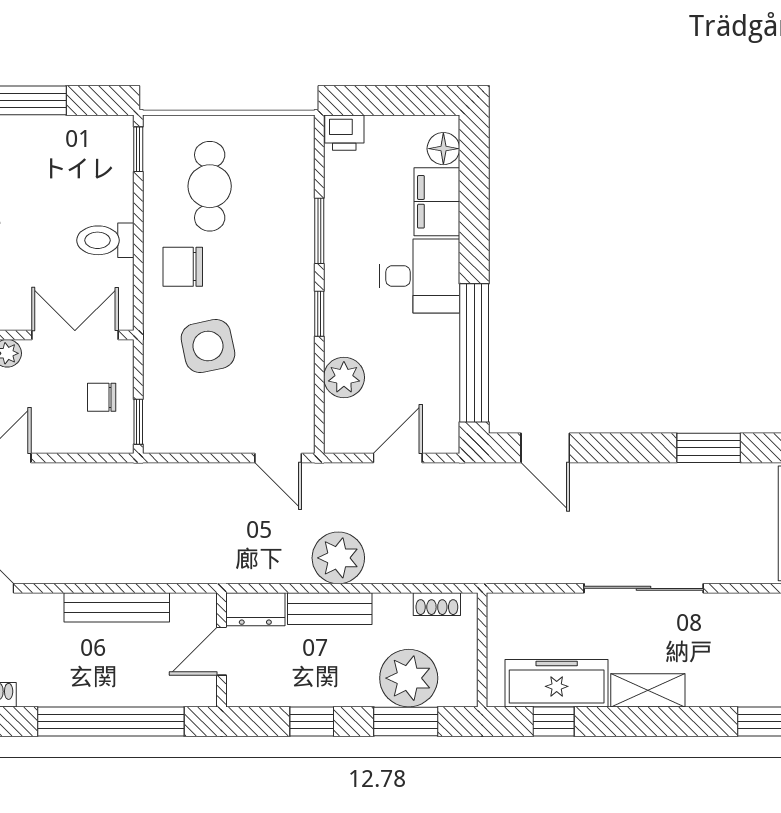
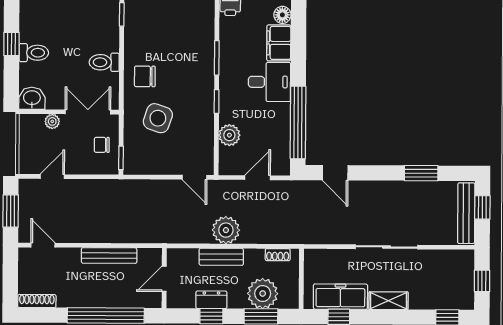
cafe table: (210, 186) -> (159, 34), removed
side table: (208, 346) -> (158, 118), turned 31
dresser: (255, 609) -> (211, 300), moved, turned 180

